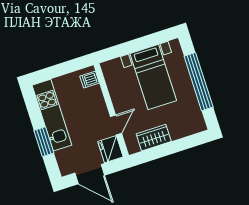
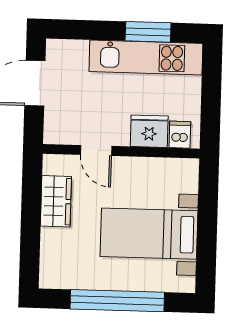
window: (44, 142) -> (148, 32), moved
fridge: (110, 149) -> (149, 131), moved

